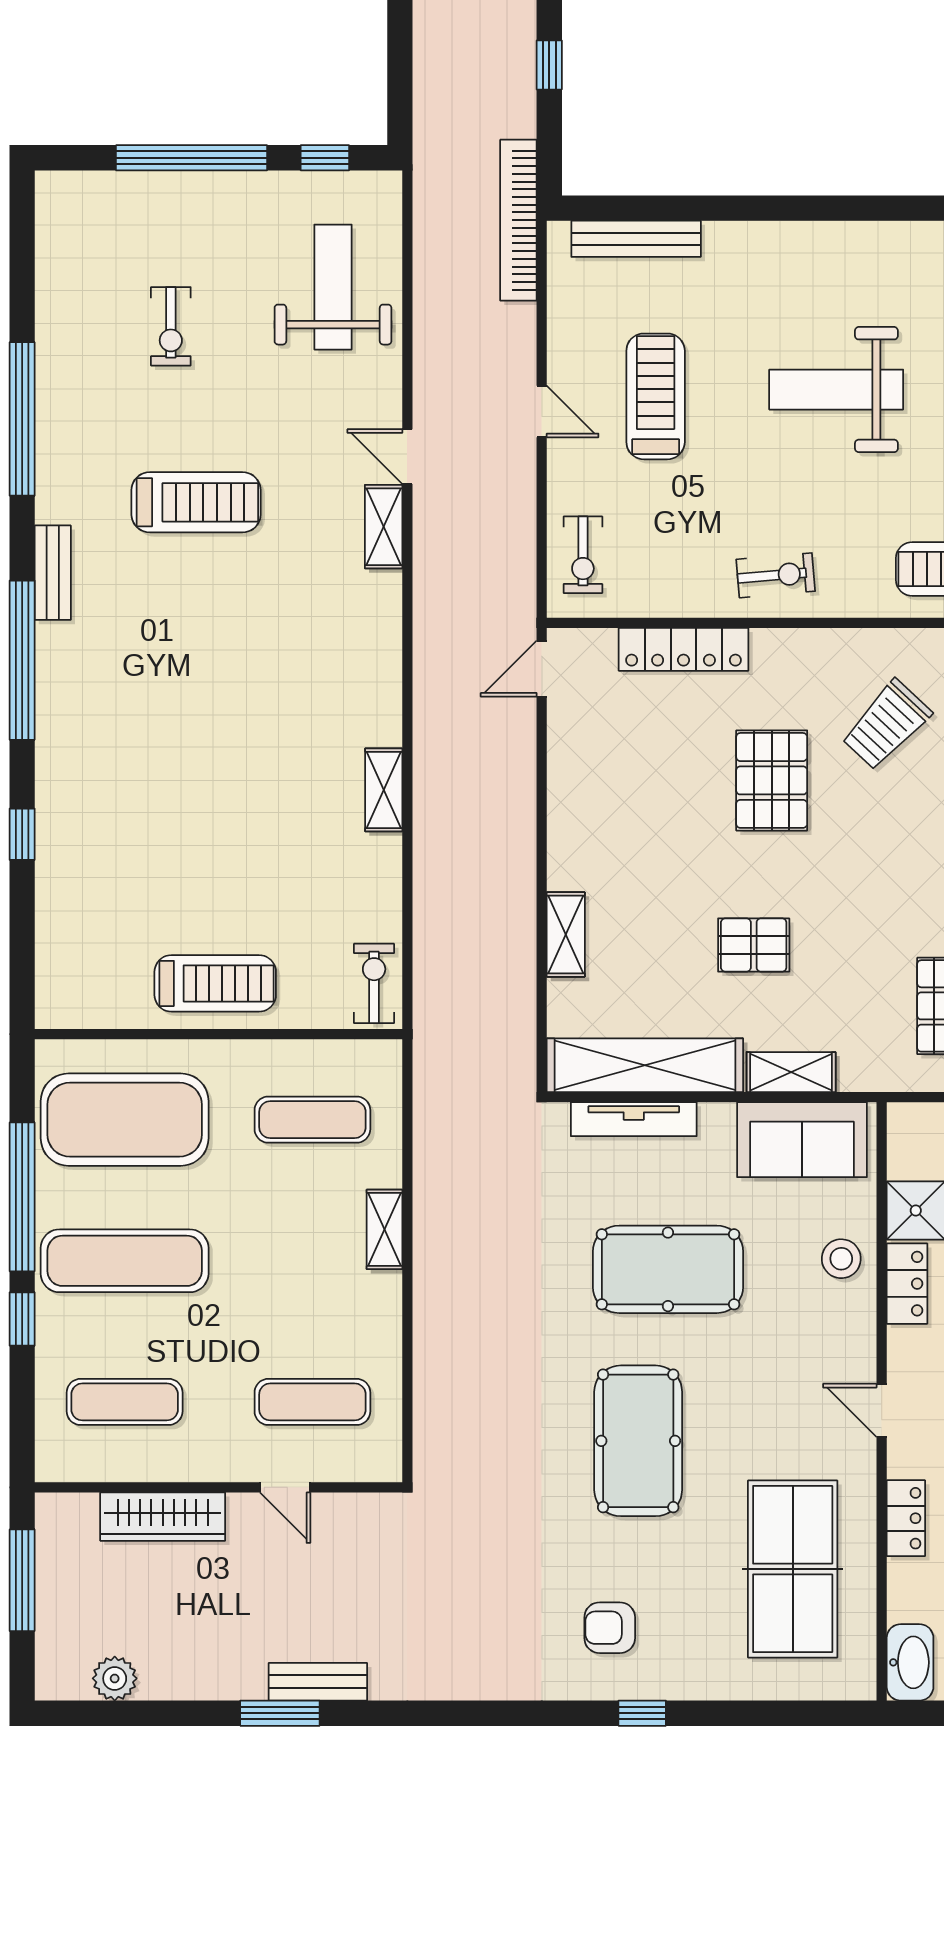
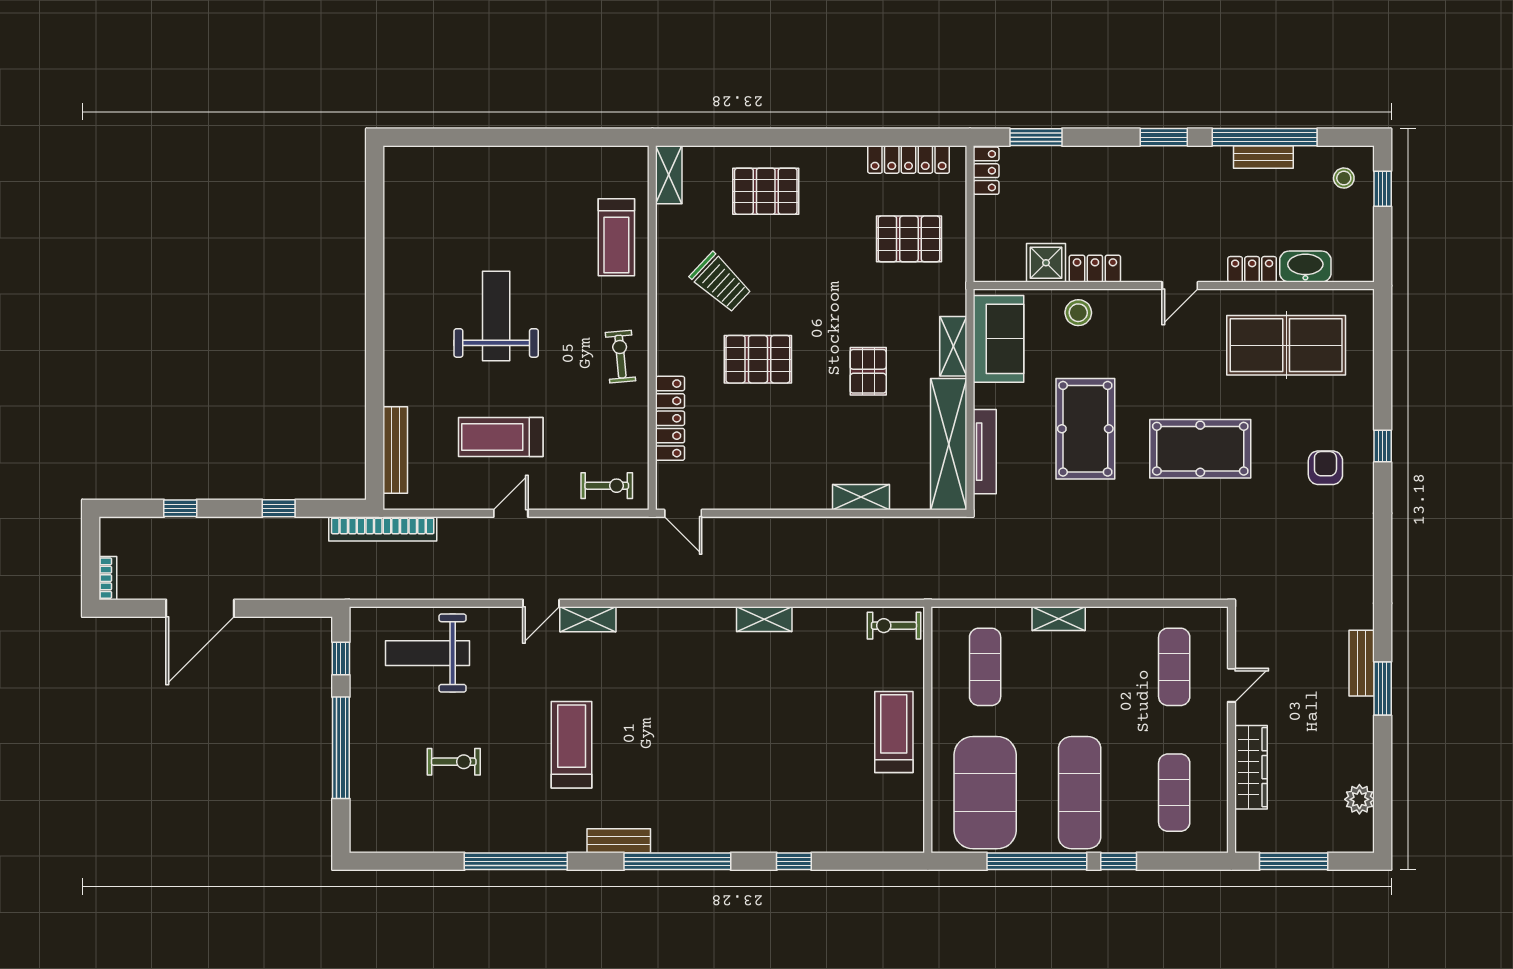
weight bench: (836, 390) -> (496, 316), turned 180
armchair: (610, 1628) -> (1325, 468), turned 180
washbasin: (910, 1662) -> (1305, 267), moved

